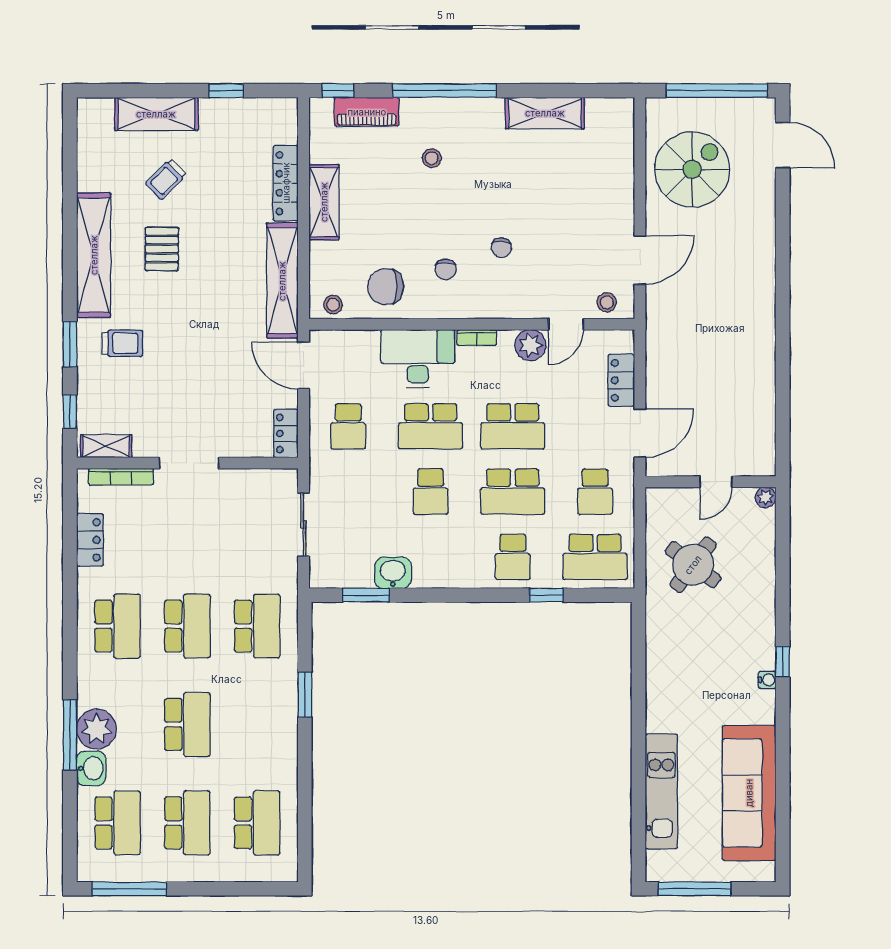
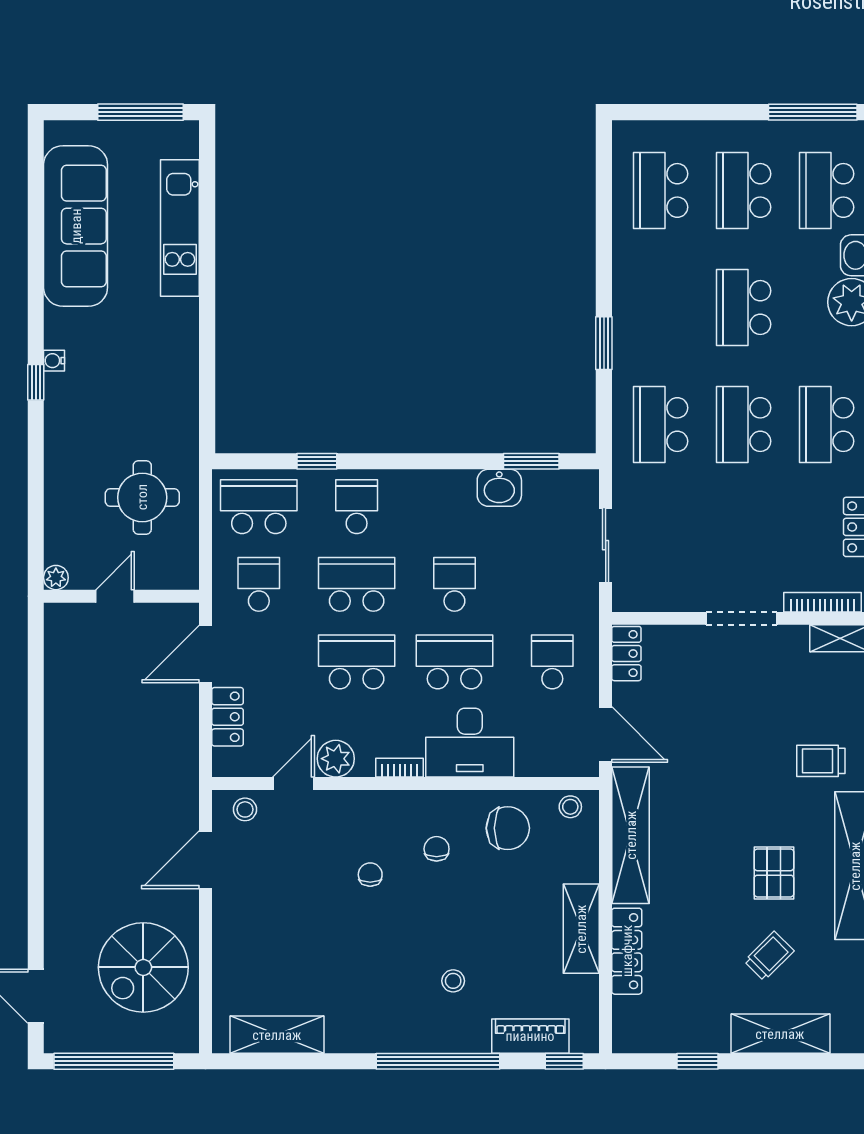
shelving: (545, 113) -> (277, 1035), moved
round table: (693, 565) -> (142, 497), turned -37

